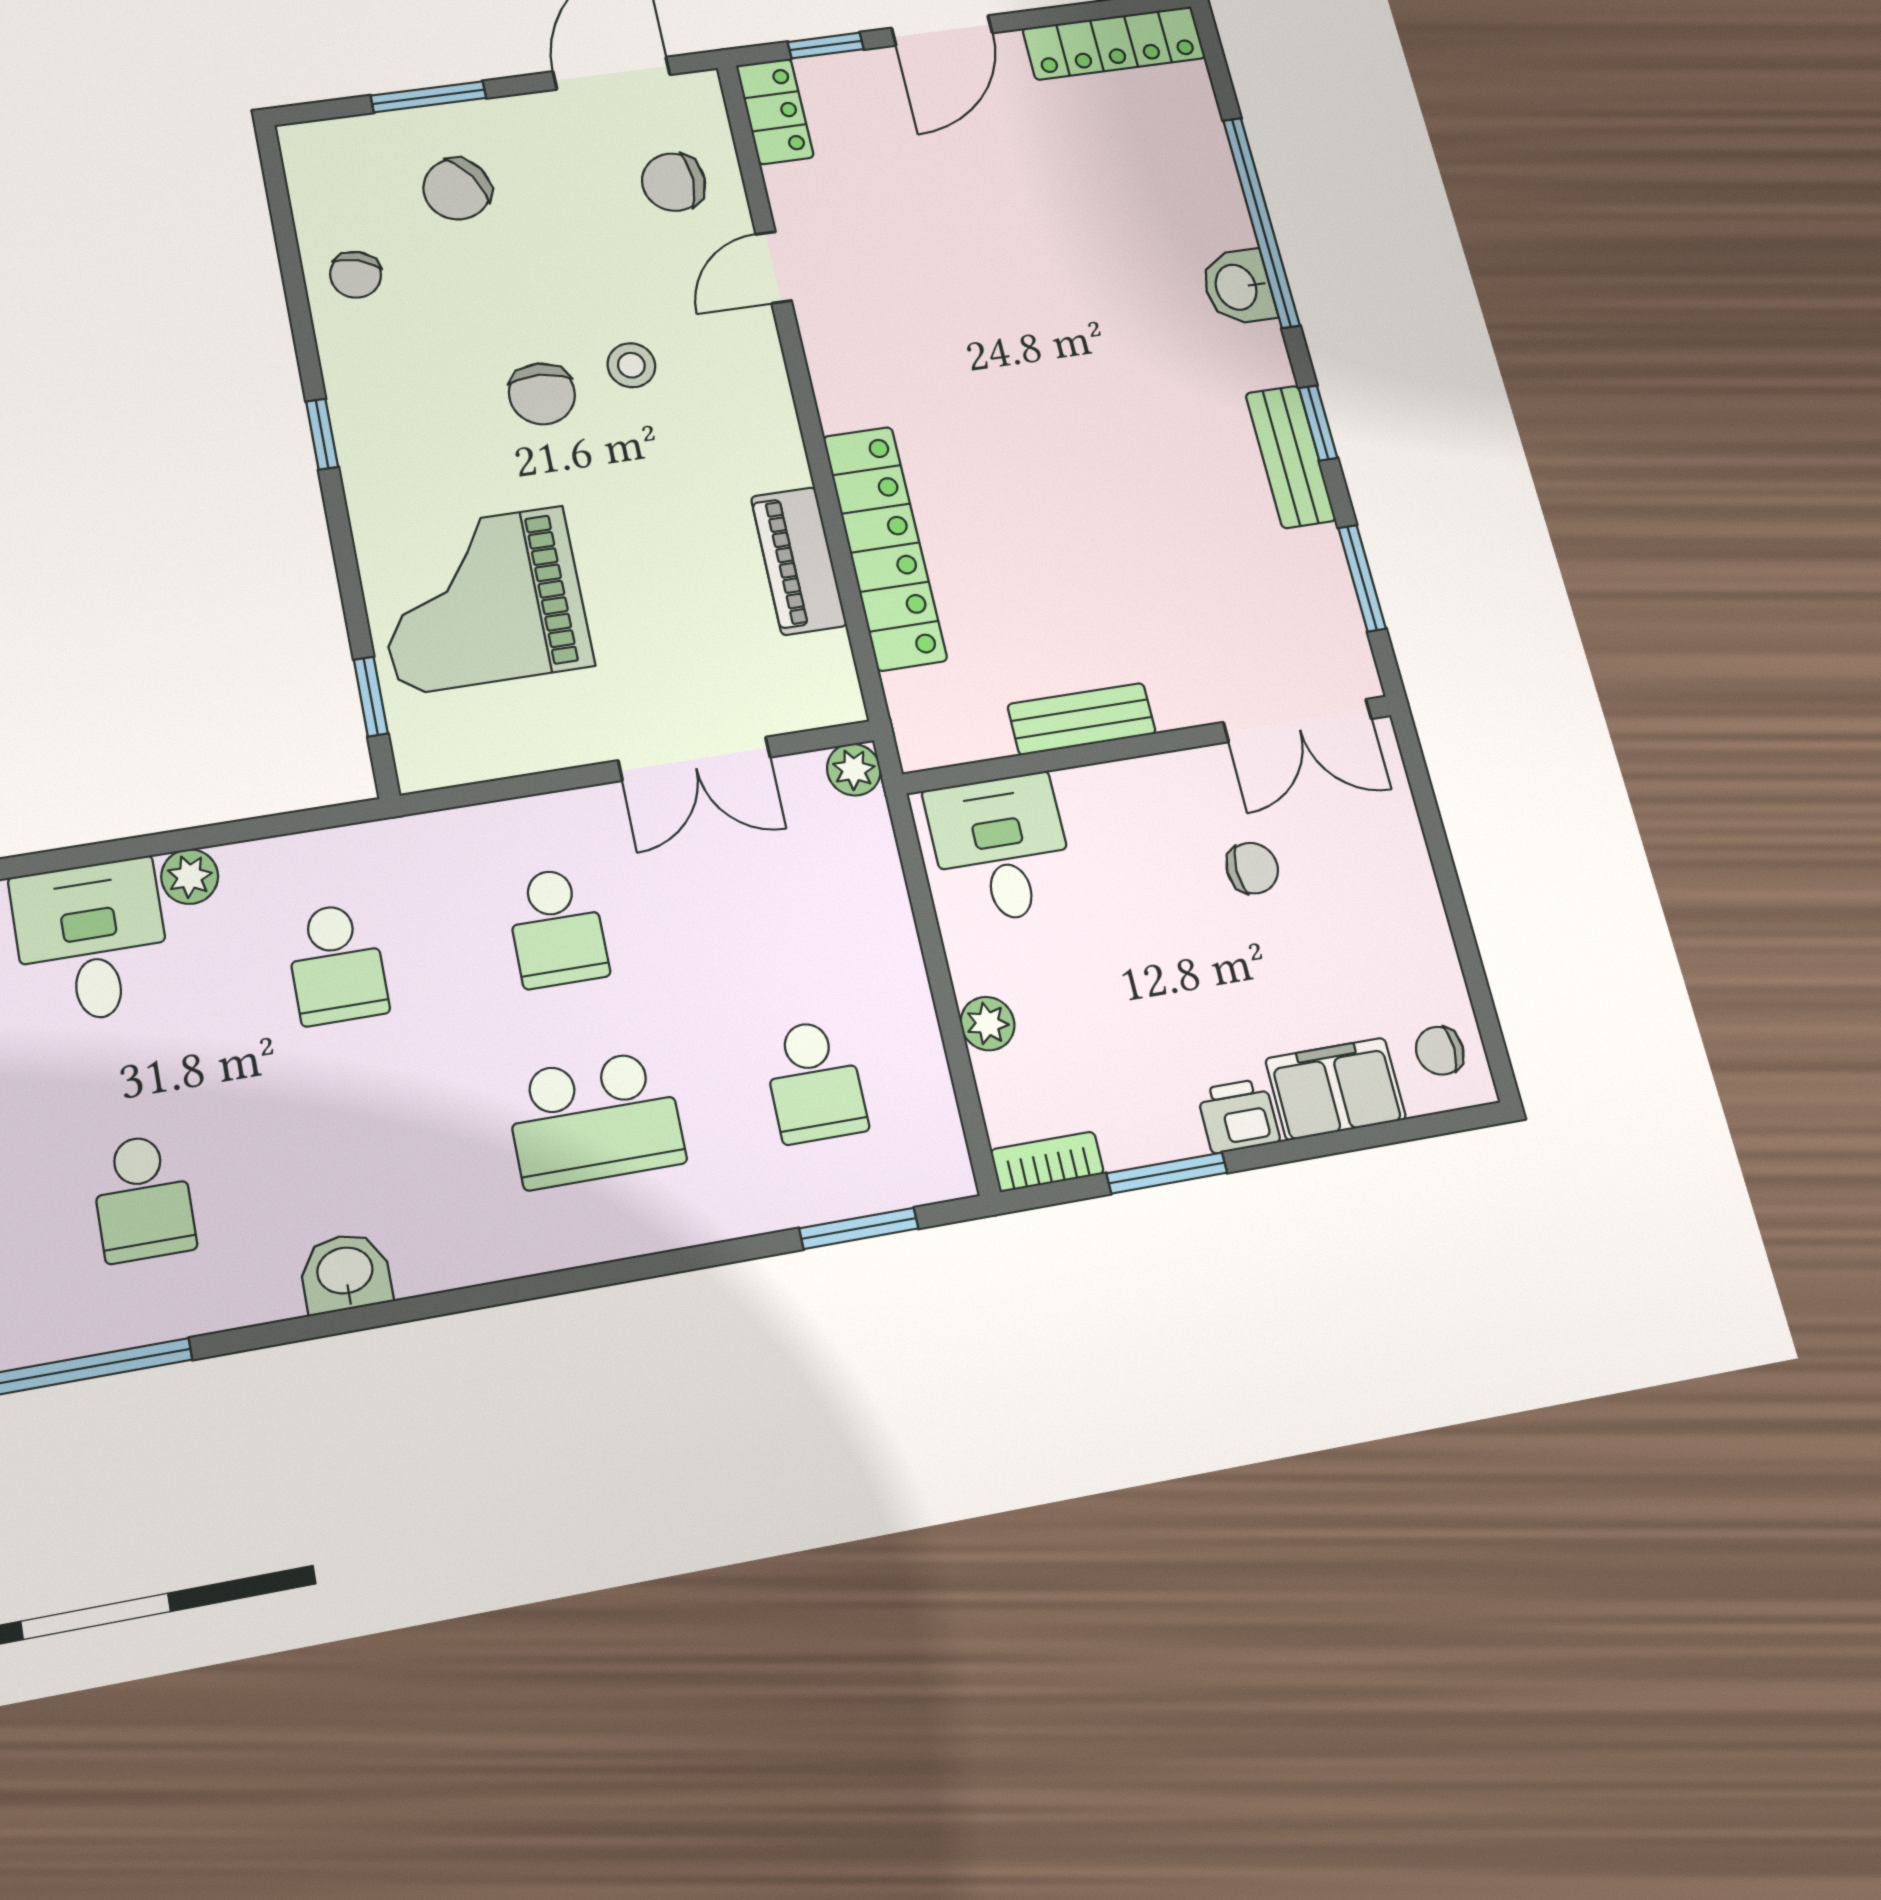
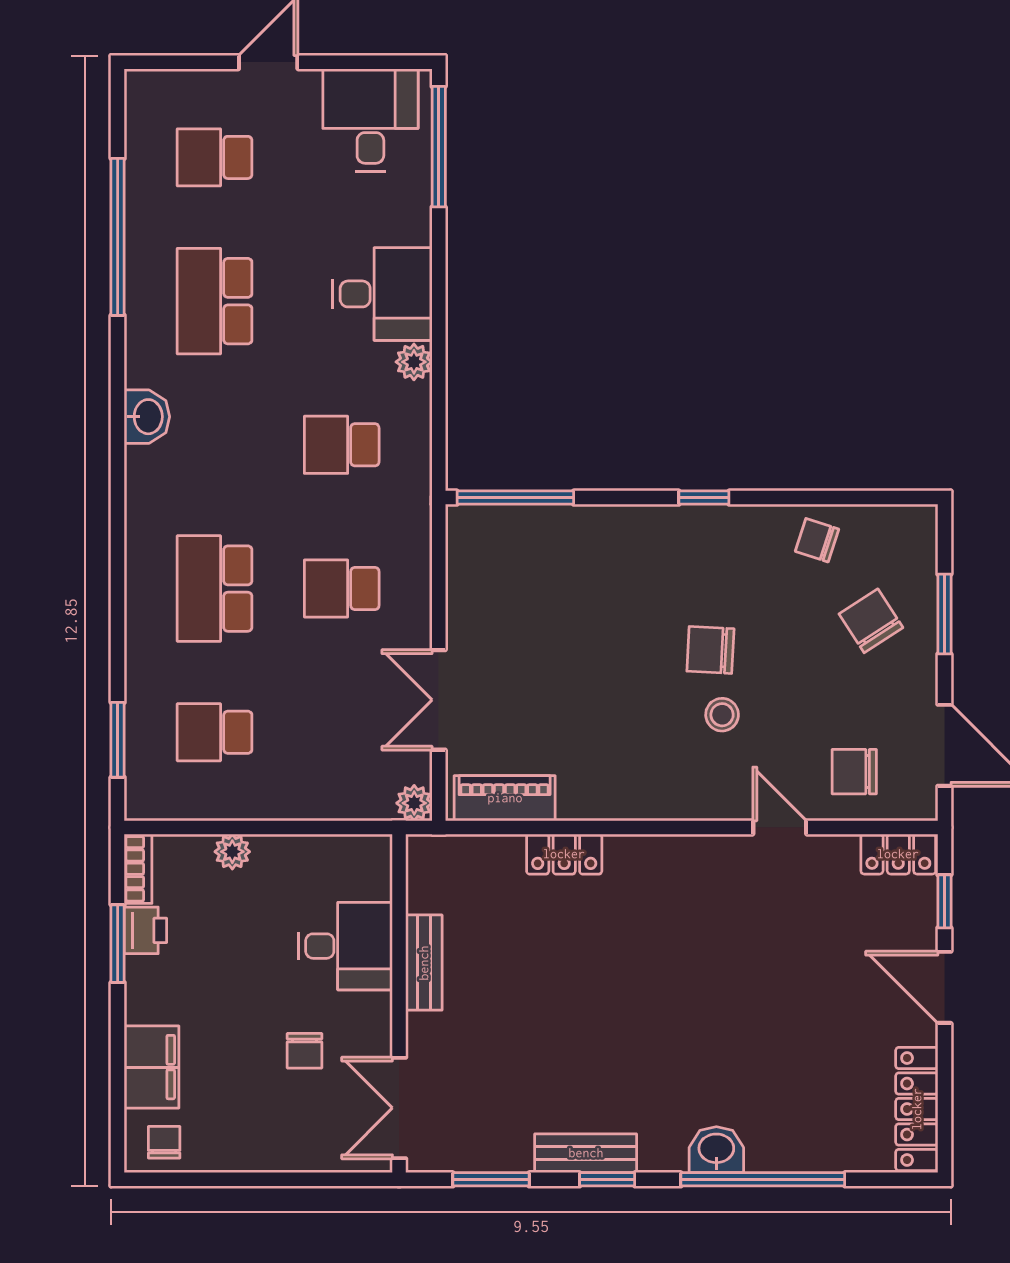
chair: (674, 182) -> (854, 772), turned -90
locker: (885, 548) -> (564, 854), width x0.46, depth x0.83
piano: (799, 561) -> (505, 798), moved
grand piano: (481, 600) -> (570, 581), removed
window: (371, 697) -> (515, 498), width x2.17
desk: (1001, 849) -> (345, 946), moved
printer: (1238, 1116) -> (145, 930), moved
school desk: (143, 1198) -> (215, 301), width x1.85

